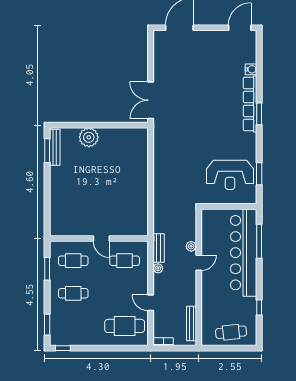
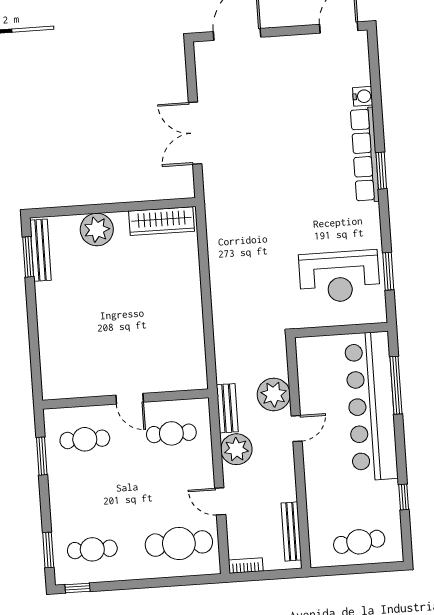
double door: (151, 100) -> (195, 133), moved
wardrobe: (127, 135) -> (162, 221), added
plant: (191, 246) -> (274, 394), width x1.87, depth x1.87
plant: (158, 268) -> (236, 449), width x1.88, depth x1.88
cafe table: (73, 293) -> (92, 549), moved

